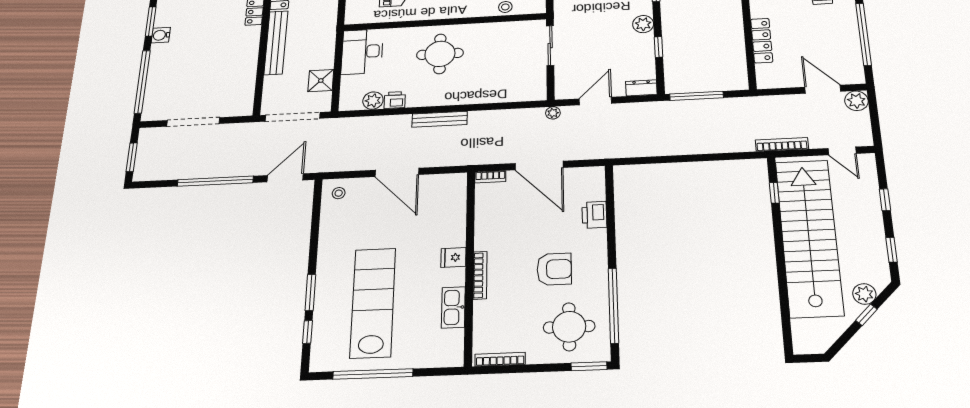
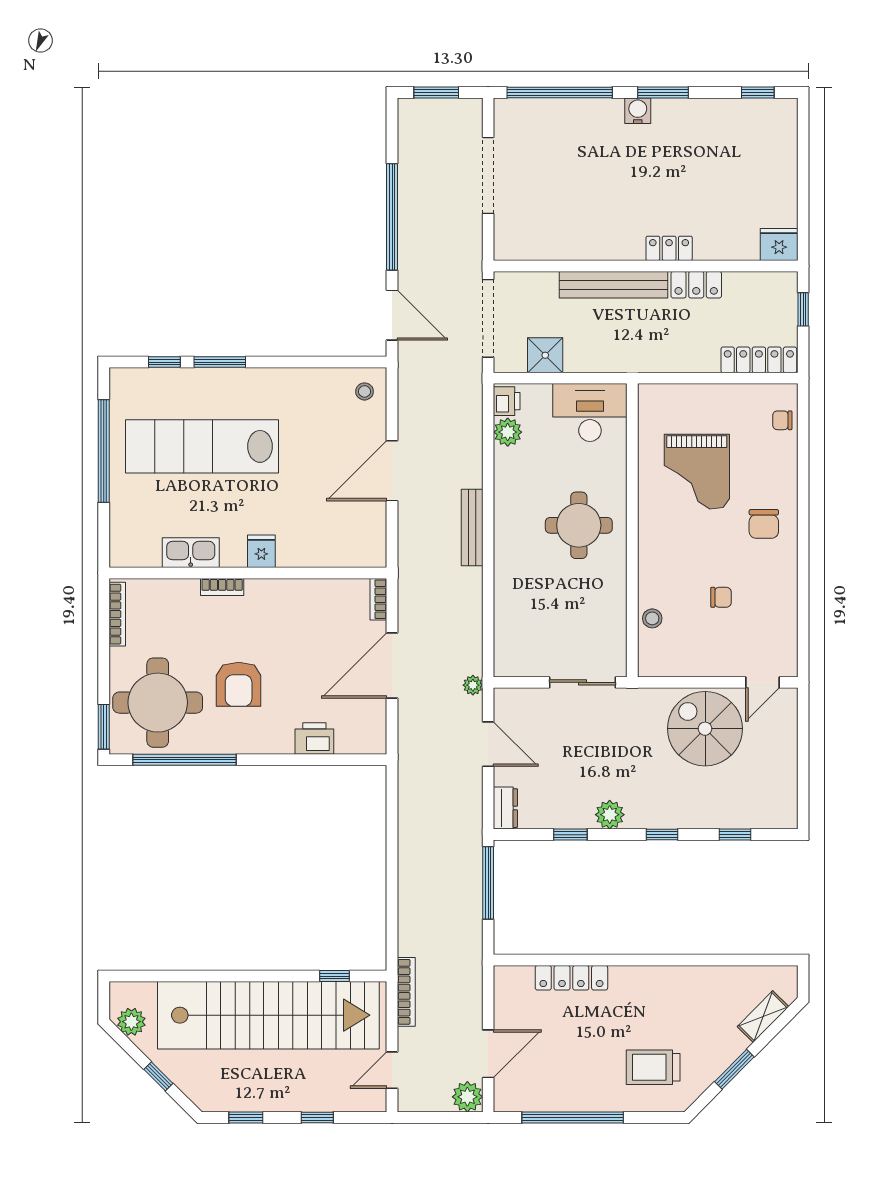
printer: (395, 100) -> (507, 401), moved
bookcase: (480, 275) -> (222, 587), width x0.64
plant: (864, 294) -> (131, 1022), moved
lab bench: (373, 303) -> (202, 446), turned 180
round table: (569, 327) -> (158, 703), width x1.36, depth x1.36

